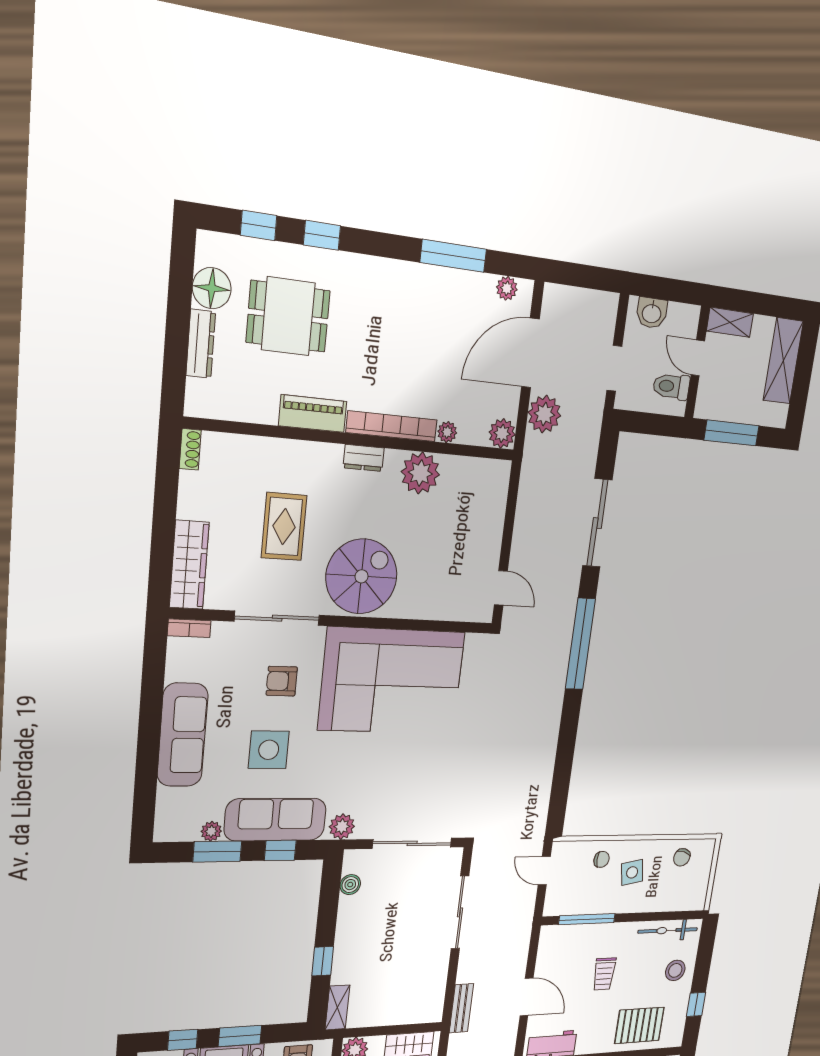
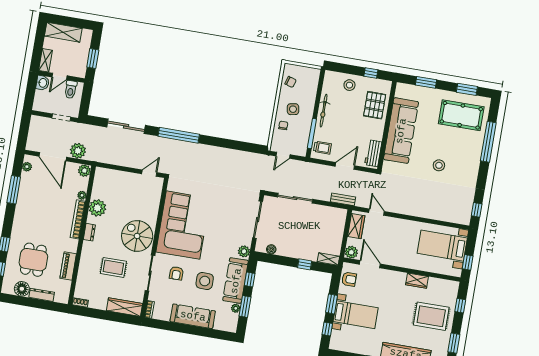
washbasin: (652, 313) -> (43, 83), moved
piano: (313, 414) -> (68, 266), moved
window: (732, 433) -> (93, 58), width x0.69
bicycle: (668, 930) -> (324, 111), moved
trolley: (604, 974) -> (322, 148), moved

